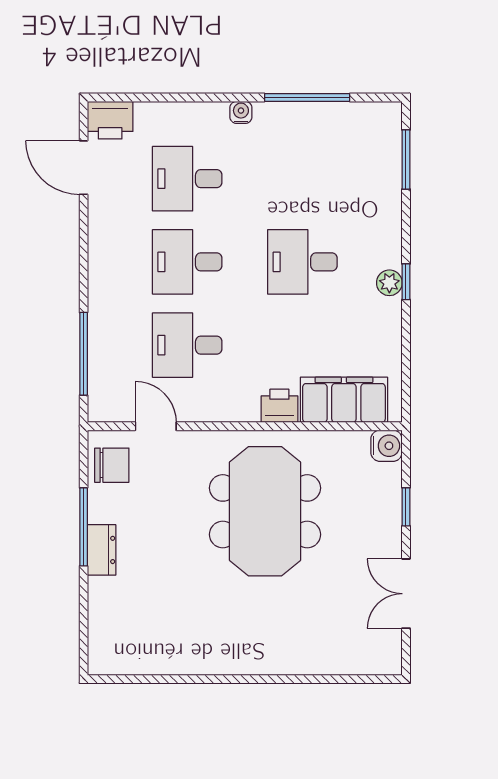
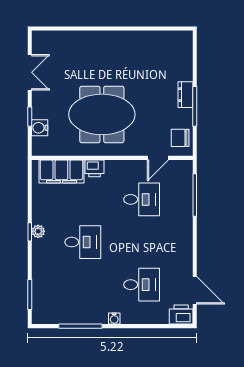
desk: (187, 262) -> (142, 242), removed
door: (156, 426) -> (158, 158), hinge flipped
water cooler: (386, 446) -> (40, 128), moved
meeting table: (265, 511) -> (102, 114), turned 90

